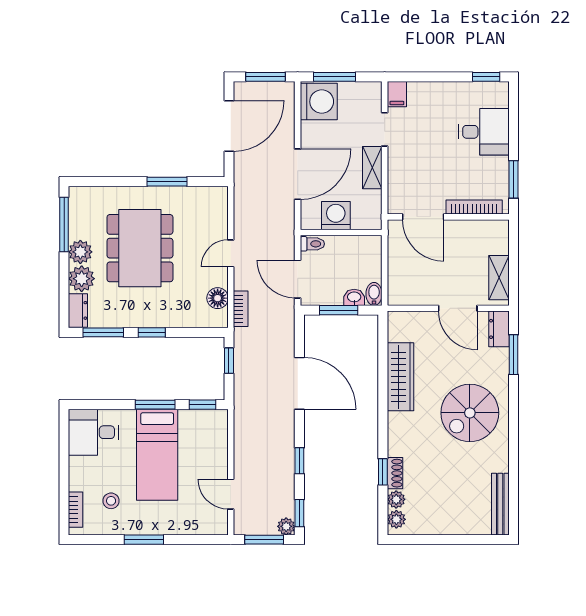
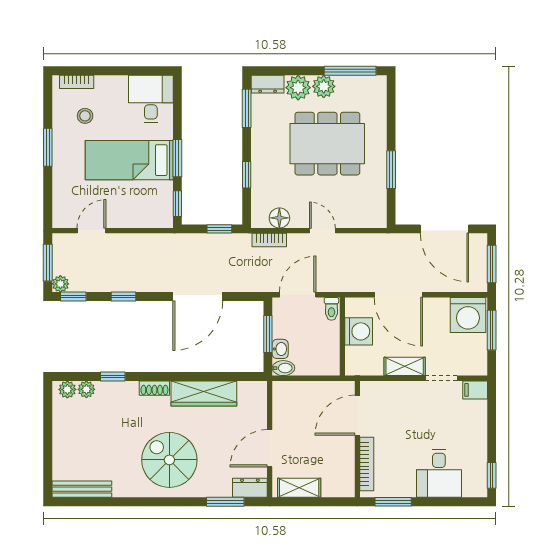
window: (152, 332) -> (247, 175), moved
shoe rack: (395, 473) -> (154, 388), moved

